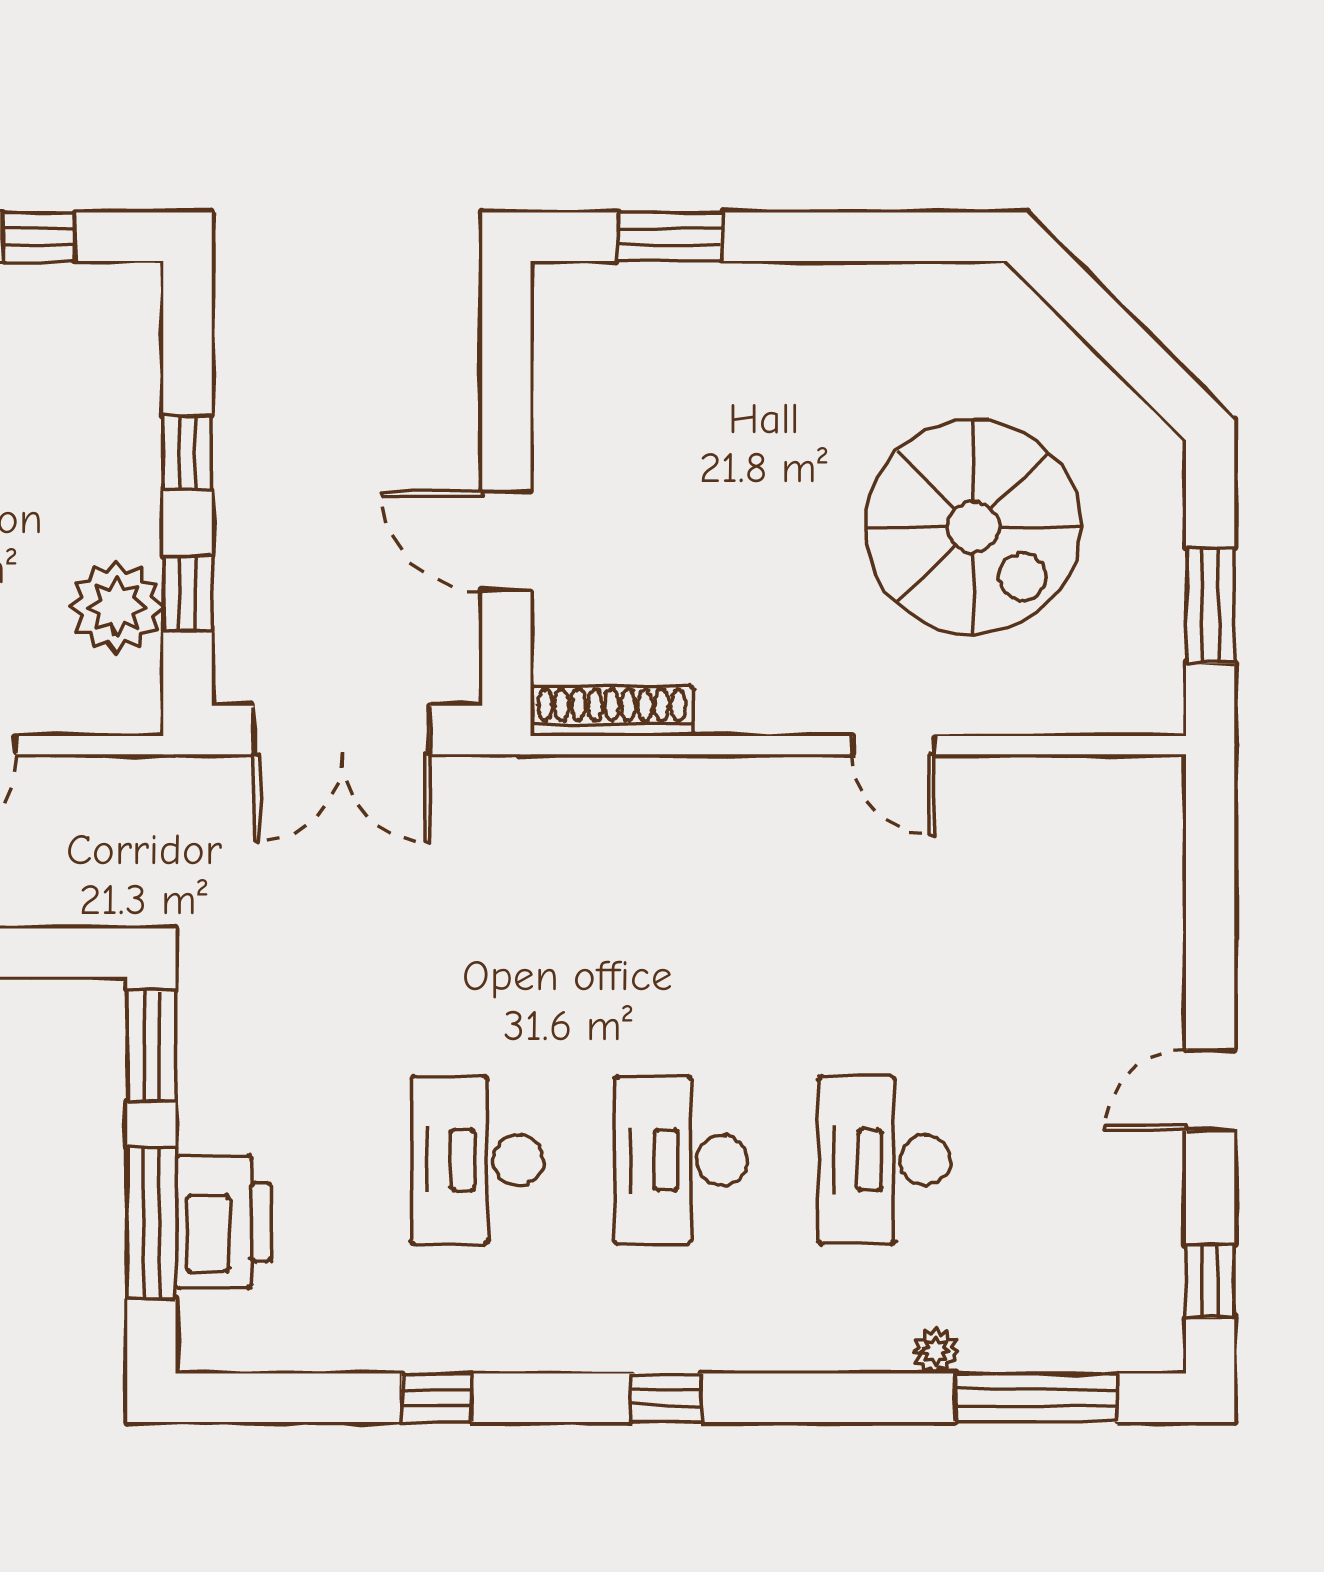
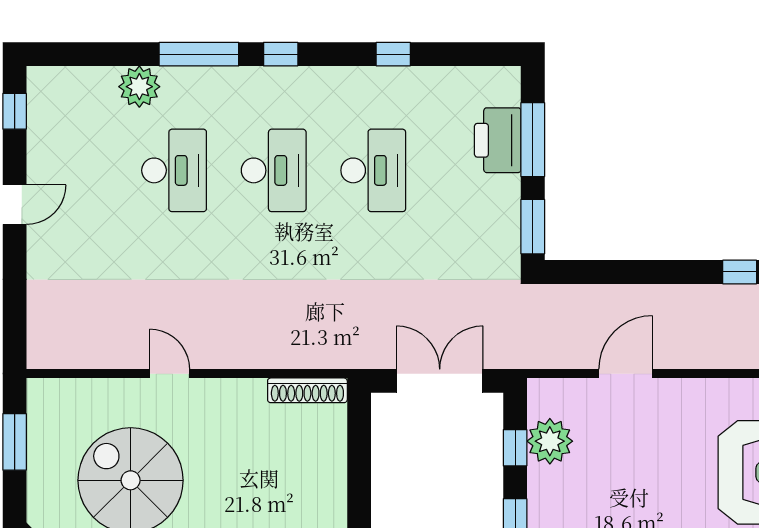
door: (506, 541) -> (359, 473), removed
plant: (936, 1351) -> (139, 87), width x1.88, depth x1.88
window: (1036, 1398) -> (199, 54), moved

